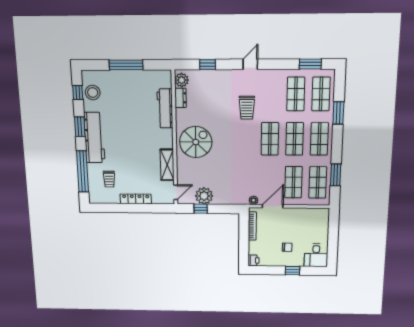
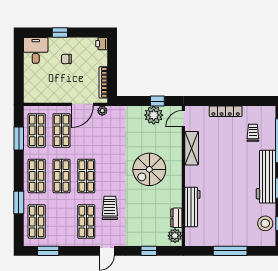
shop shelf: (296, 94) -> (86, 222), moved
spiral stairs: (196, 142) -> (149, 169), moved

